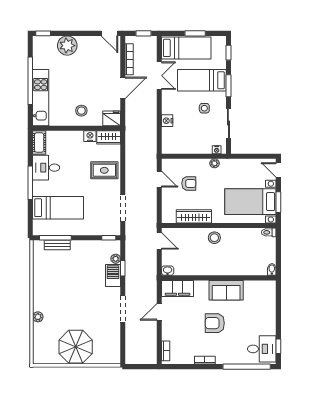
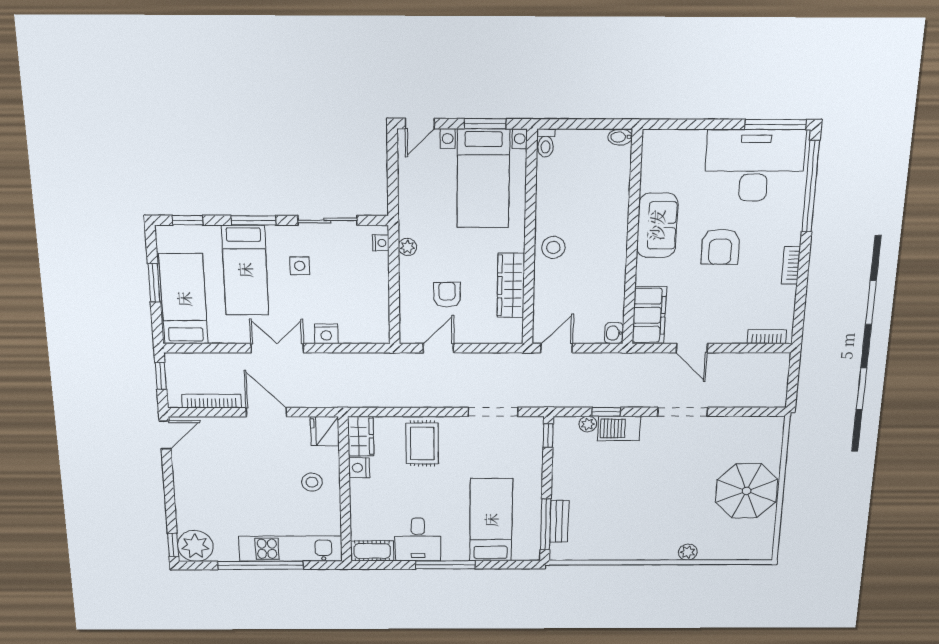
plant: (67, 46) -> (195, 546), moved
double door: (159, 76) -> (277, 348), moved
window: (278, 346) -> (775, 125), width x2.17
desk: (262, 349) -> (755, 165), width x1.87, depth x1.30

